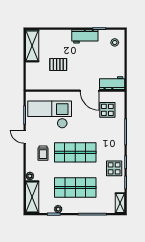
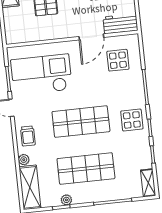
door: (89, 91) -> (91, 37), hinge flipped
trolley: (43, 153) -> (28, 136), moved
display table: (114, 168) -> (132, 120), moved

